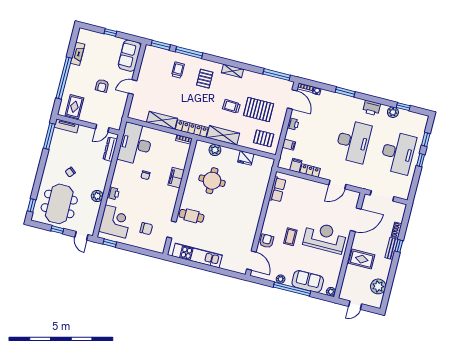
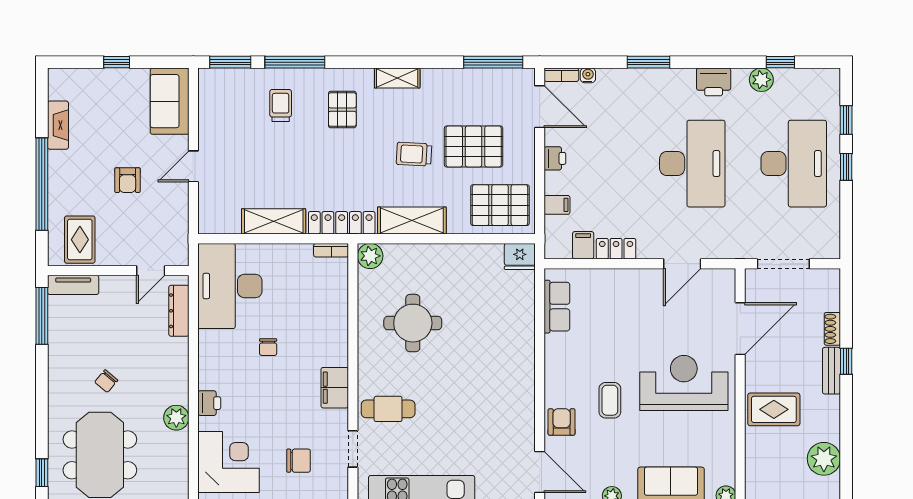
pallet: (264, 138) -> (500, 205), width x1.50, depth x1.42
plant: (215, 150) -> (370, 256), moved
fridge: (246, 158) -> (520, 256), moved
filing cabinet: (176, 178) -> (335, 388), moved

